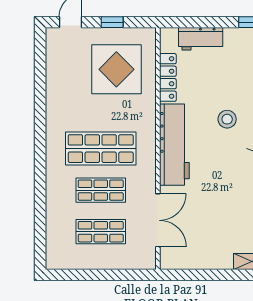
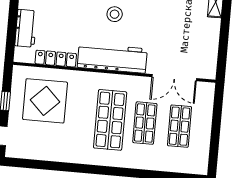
stool: (227, 119) -> (115, 14), moved
double door: (158, 220) -> (174, 78), swing flipped

